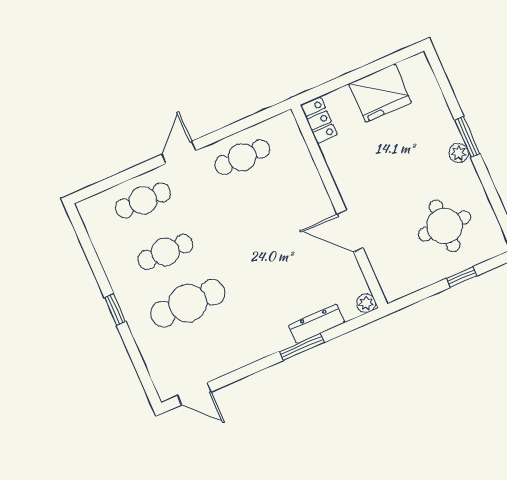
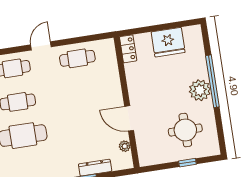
window: (467, 137) -> (212, 81), width x2.11
plant: (459, 153) -> (200, 90), width x1.88, depth x1.88
plant: (366, 303) -> (125, 146), moved

